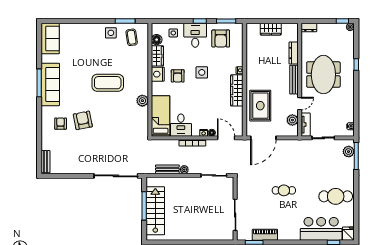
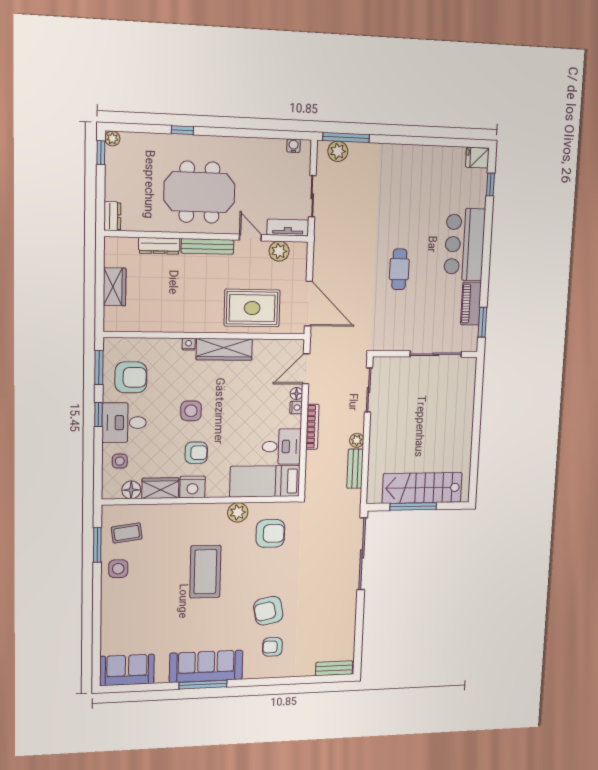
armchair: (130, 120) -> (270, 533), added
cafe table: (336, 196) -> (414, 178), removed
bar counter: (321, 229) -> (465, 244), moved

